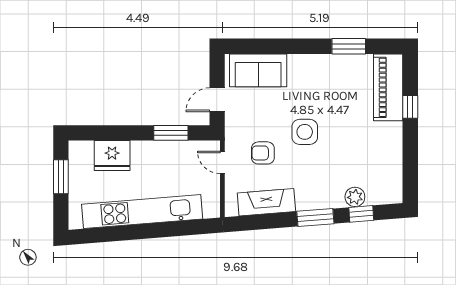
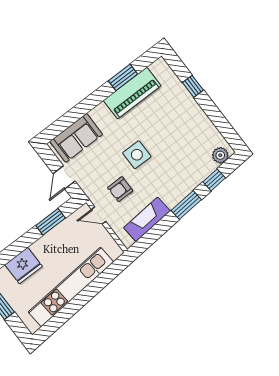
piano: (388, 87) -> (132, 93), moved, turned -90
plant: (355, 197) -> (220, 155), moved

